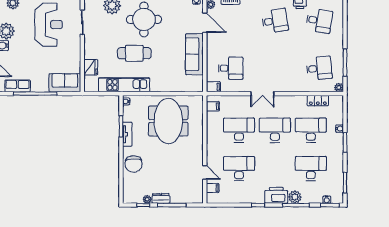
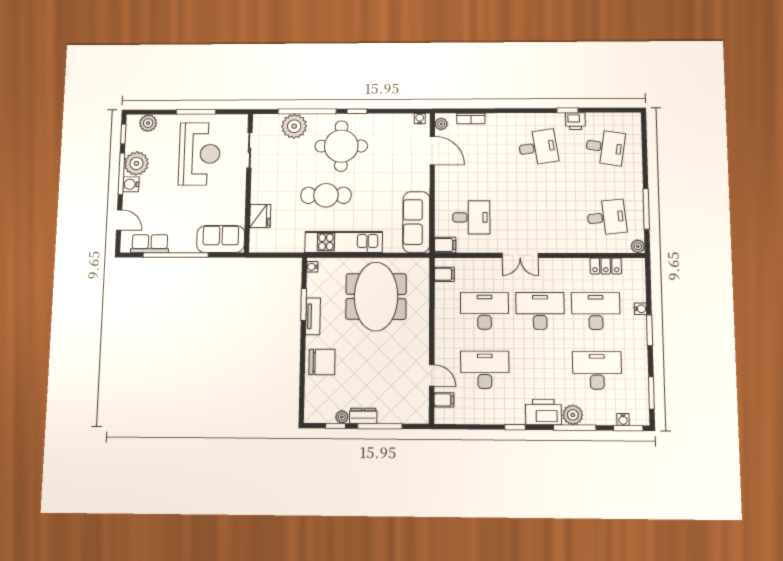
sofa: (194, 54) -> (416, 222), moved
kitchen unit: (124, 85) -> (344, 242), moved
chair: (134, 164) -> (322, 362), turned -90

